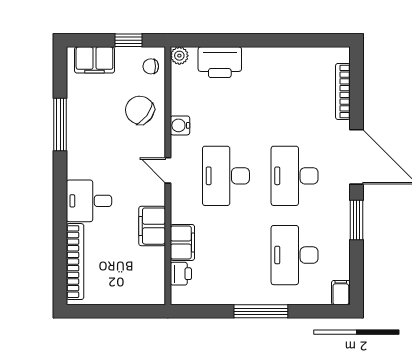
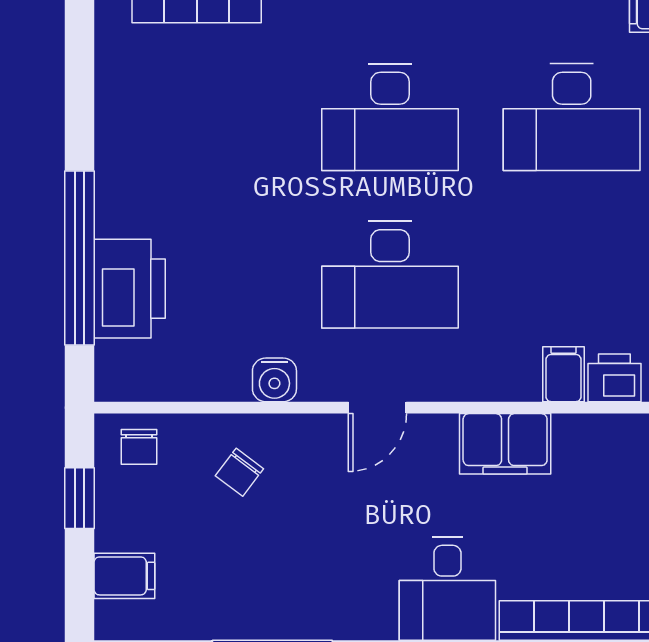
window: (233, 40) -> (79, 258), added
plant: (179, 56) -> (114, 381), removed
filing cabinet: (94, 60) -> (124, 576), width x0.50
chair: (140, 110) -> (239, 472), width x0.54, depth x0.54
filing cabinet: (182, 242) -> (564, 374), width x0.50

